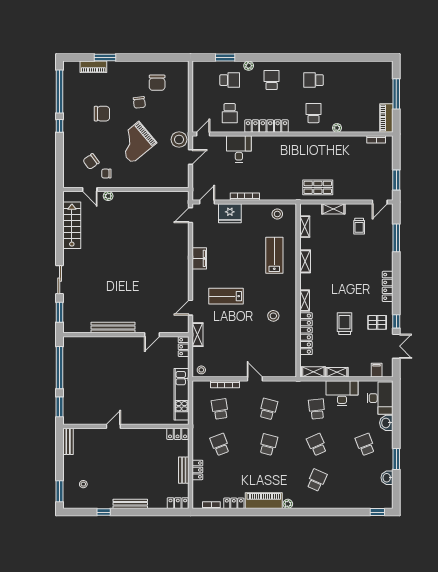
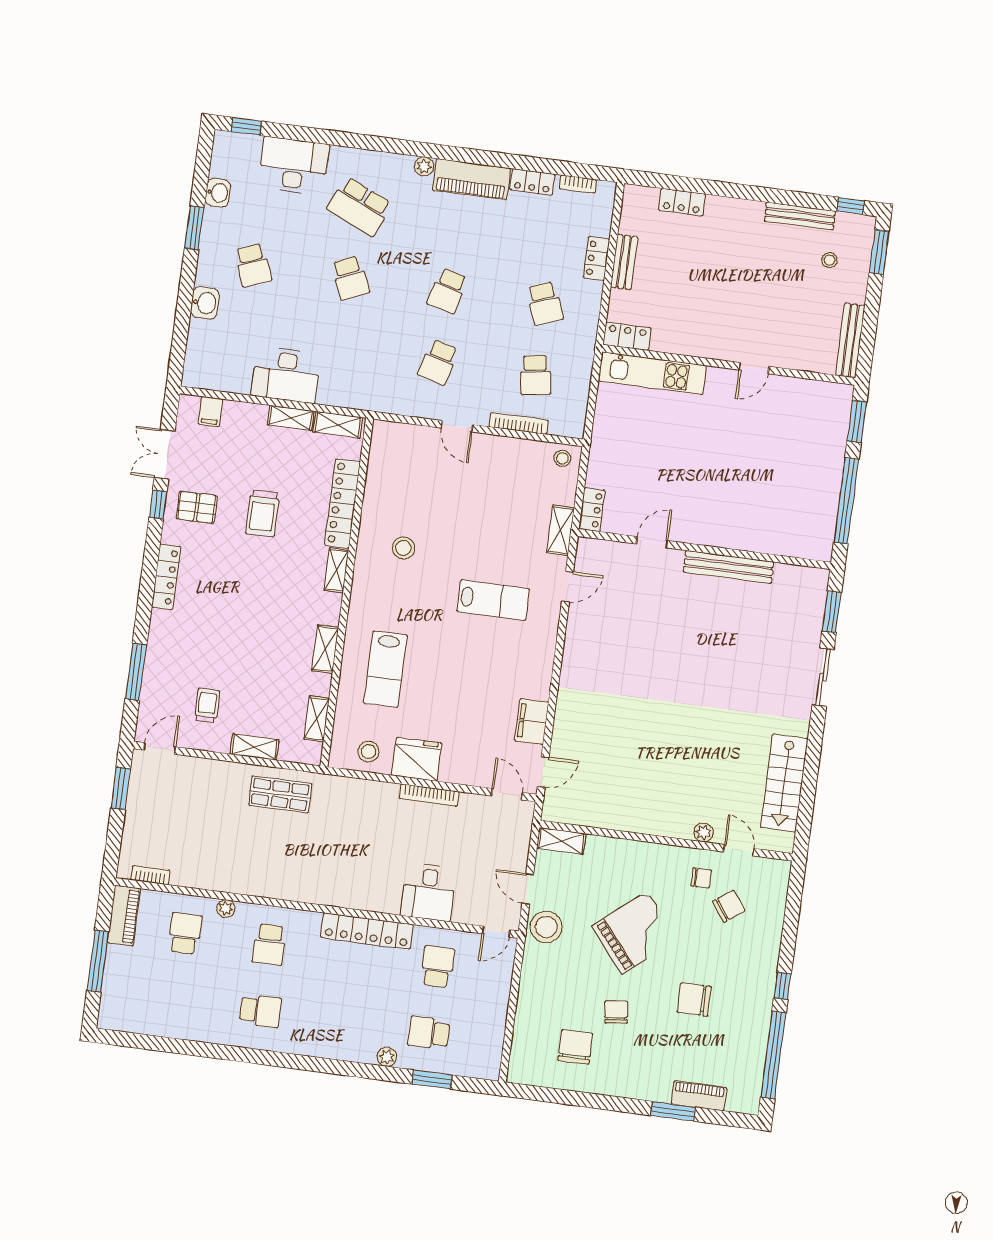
school desk: (272, 80) -> (185, 933), moved, turned 180
door: (191, 157) -> (528, 889), hinge flipped
shelving: (177, 183) -> (561, 841), added
door: (207, 202) -> (507, 794), swing flipped
fridge: (230, 213) -> (417, 759), moved
filing cabinet: (199, 258) -> (532, 722), moved
kitchen unit: (181, 394) -> (652, 373), moved, turned 90
desk: (380, 398) -> (294, 166), moved, turned 90
school desk: (317, 409) -> (341, 349), removed
bench: (68, 441) -> (850, 340), width x1.36
school desk: (317, 480) -> (360, 206), width x1.85
locker: (178, 503) -> (682, 202), moved
bench: (130, 504) -> (800, 216), moved
window: (104, 512) -> (851, 206), moved

